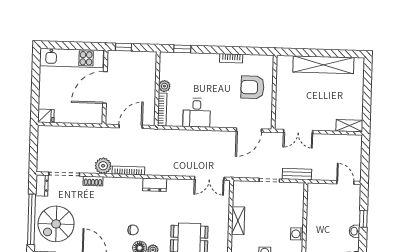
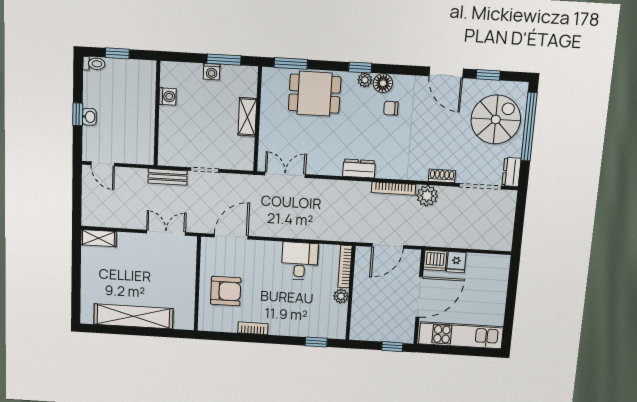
fridge: (46, 116) -> (456, 262), moved, turned -90
dishwasher: (94, 116) -> (435, 260), added
washbasin: (354, 231) -> (89, 117), moved

